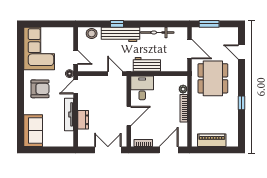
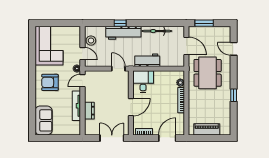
stool: (92, 33) -> (91, 41), moved
armchair: (40, 89) -> (50, 82), turned 180

